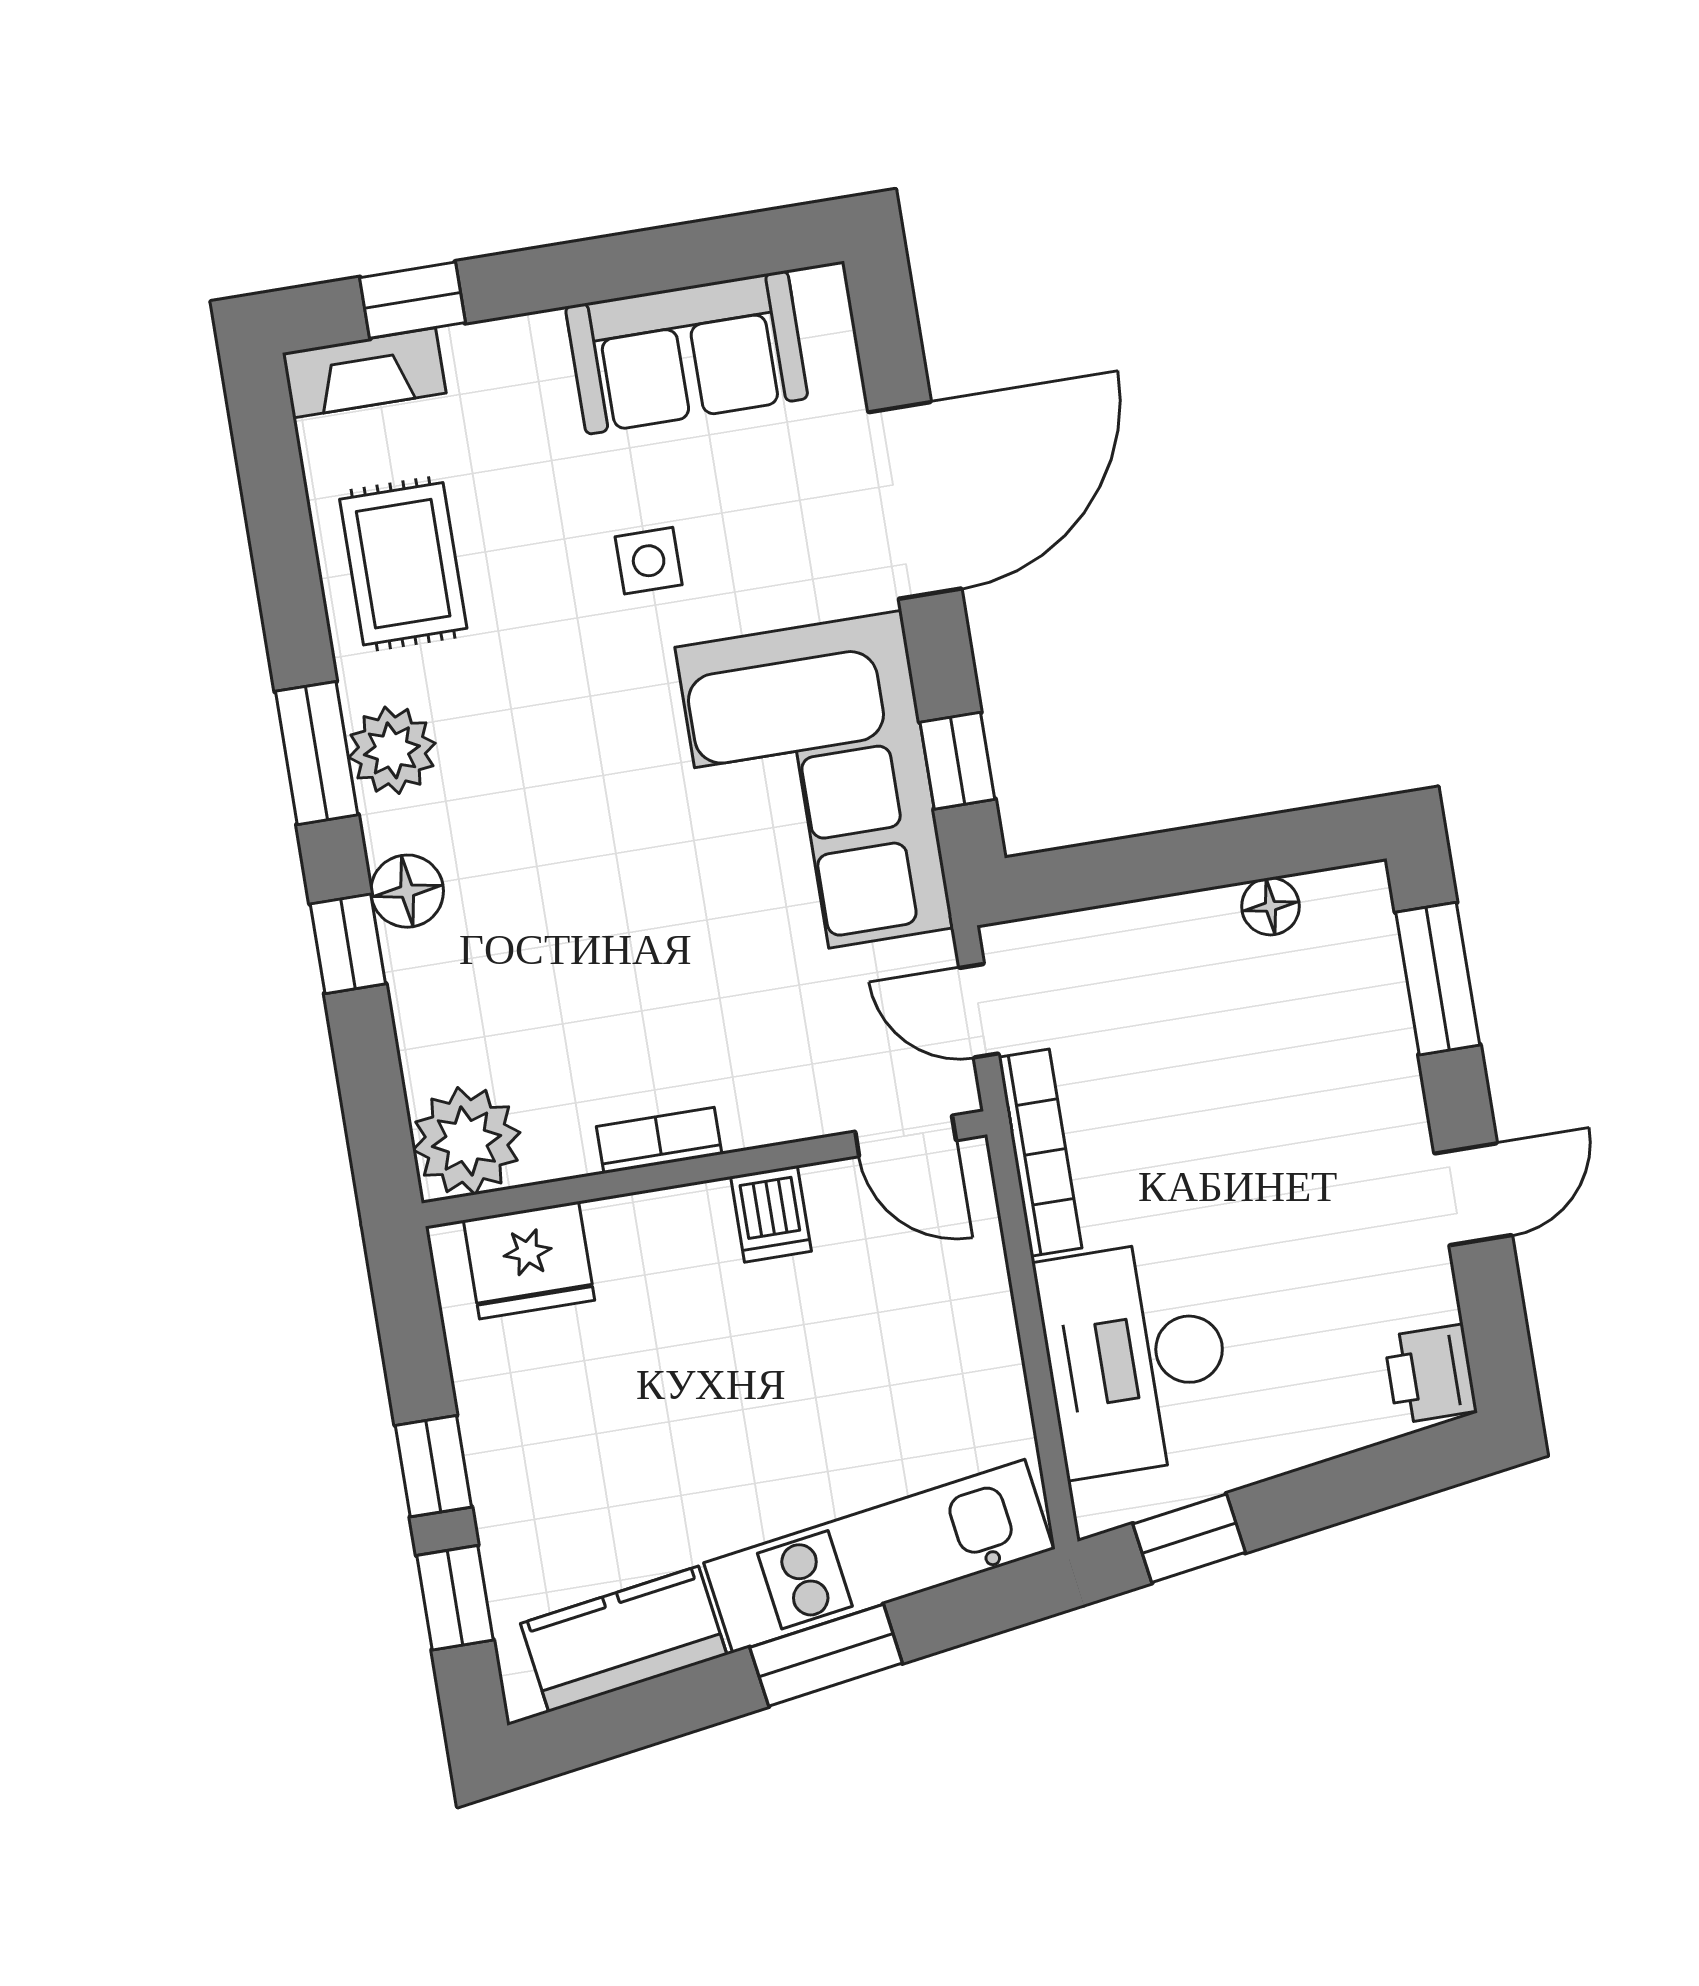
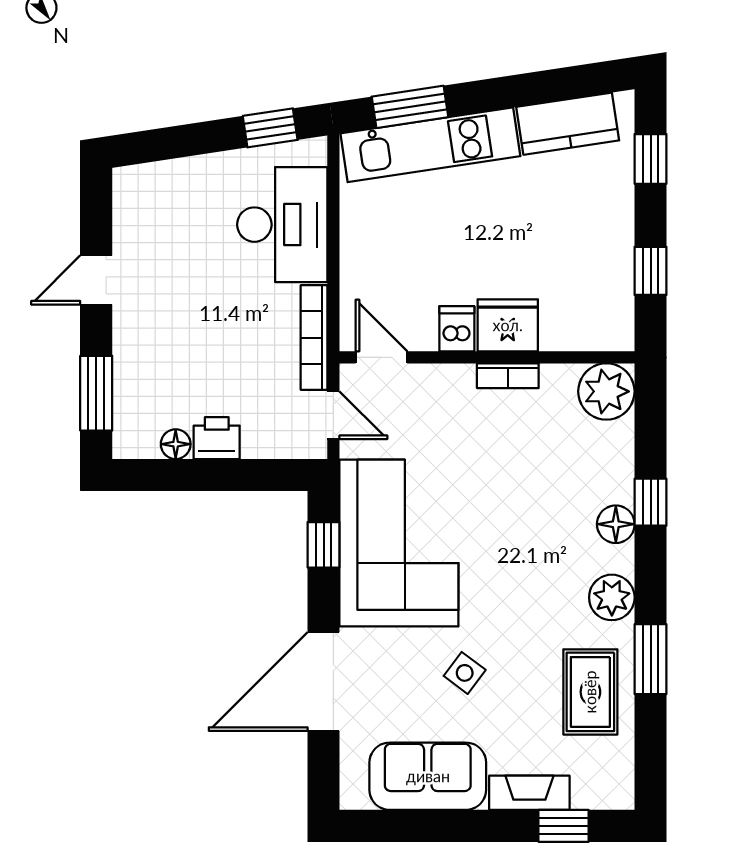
fireplace: (364, 373) -> (529, 793), moved
side table: (649, 561) -> (465, 673), turned 37
window: (317, 753) -> (651, 659), moved
fridge: (529, 1260) -> (508, 325), moved
printer: (1430, 1374) -> (217, 438), moved, turned -90
window: (433, 1466) -> (651, 271), moved
window: (826, 1655) -> (410, 107), moved

